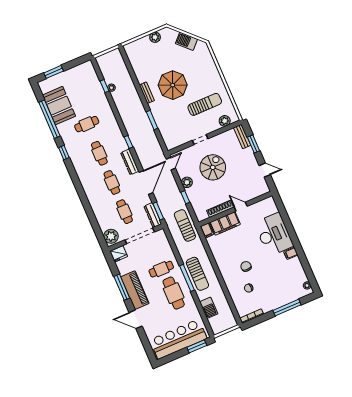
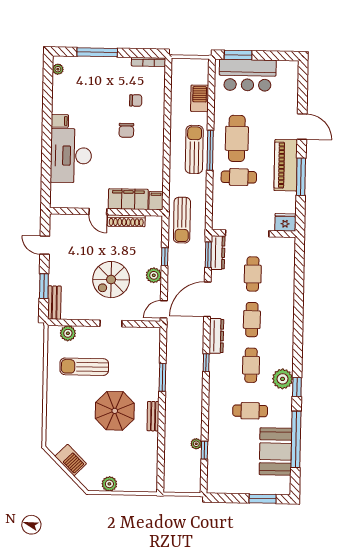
plant: (111, 236) -> (283, 379), moved
bar counter: (178, 339) -> (248, 75), width x0.73

